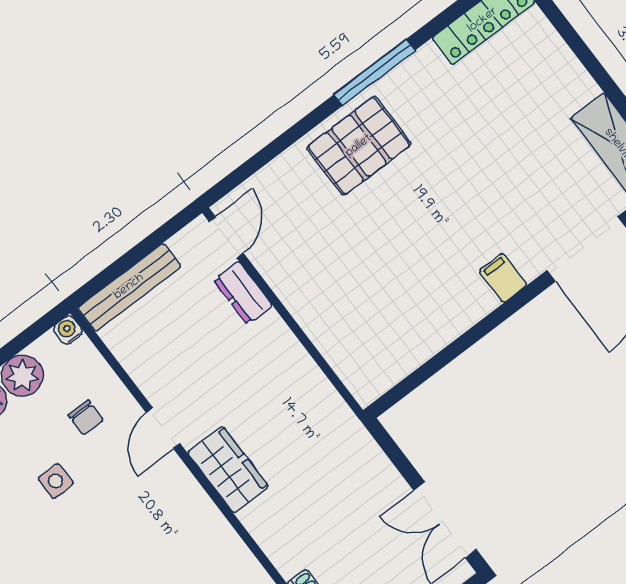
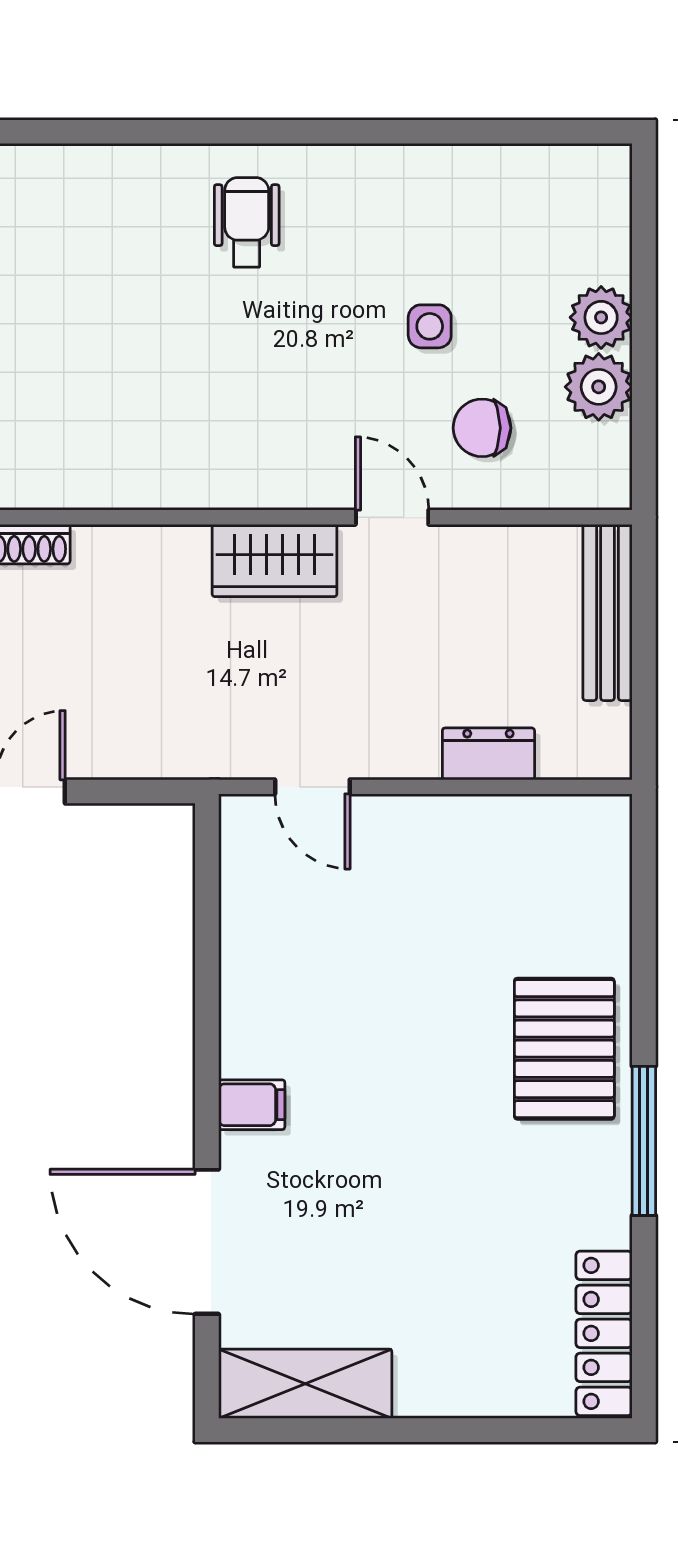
door: (226, 237) -> (312, 787), moved
water cooler: (68, 330) -> (613, 491), removed
chair: (86, 417) -> (482, 428), width x1.37, depth x1.37

